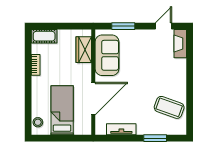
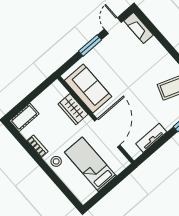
window: (123, 26) -> (90, 46), moved
wardrobe: (84, 50) -> (73, 109), moved
stool: (38, 122) -> (56, 161), moved

